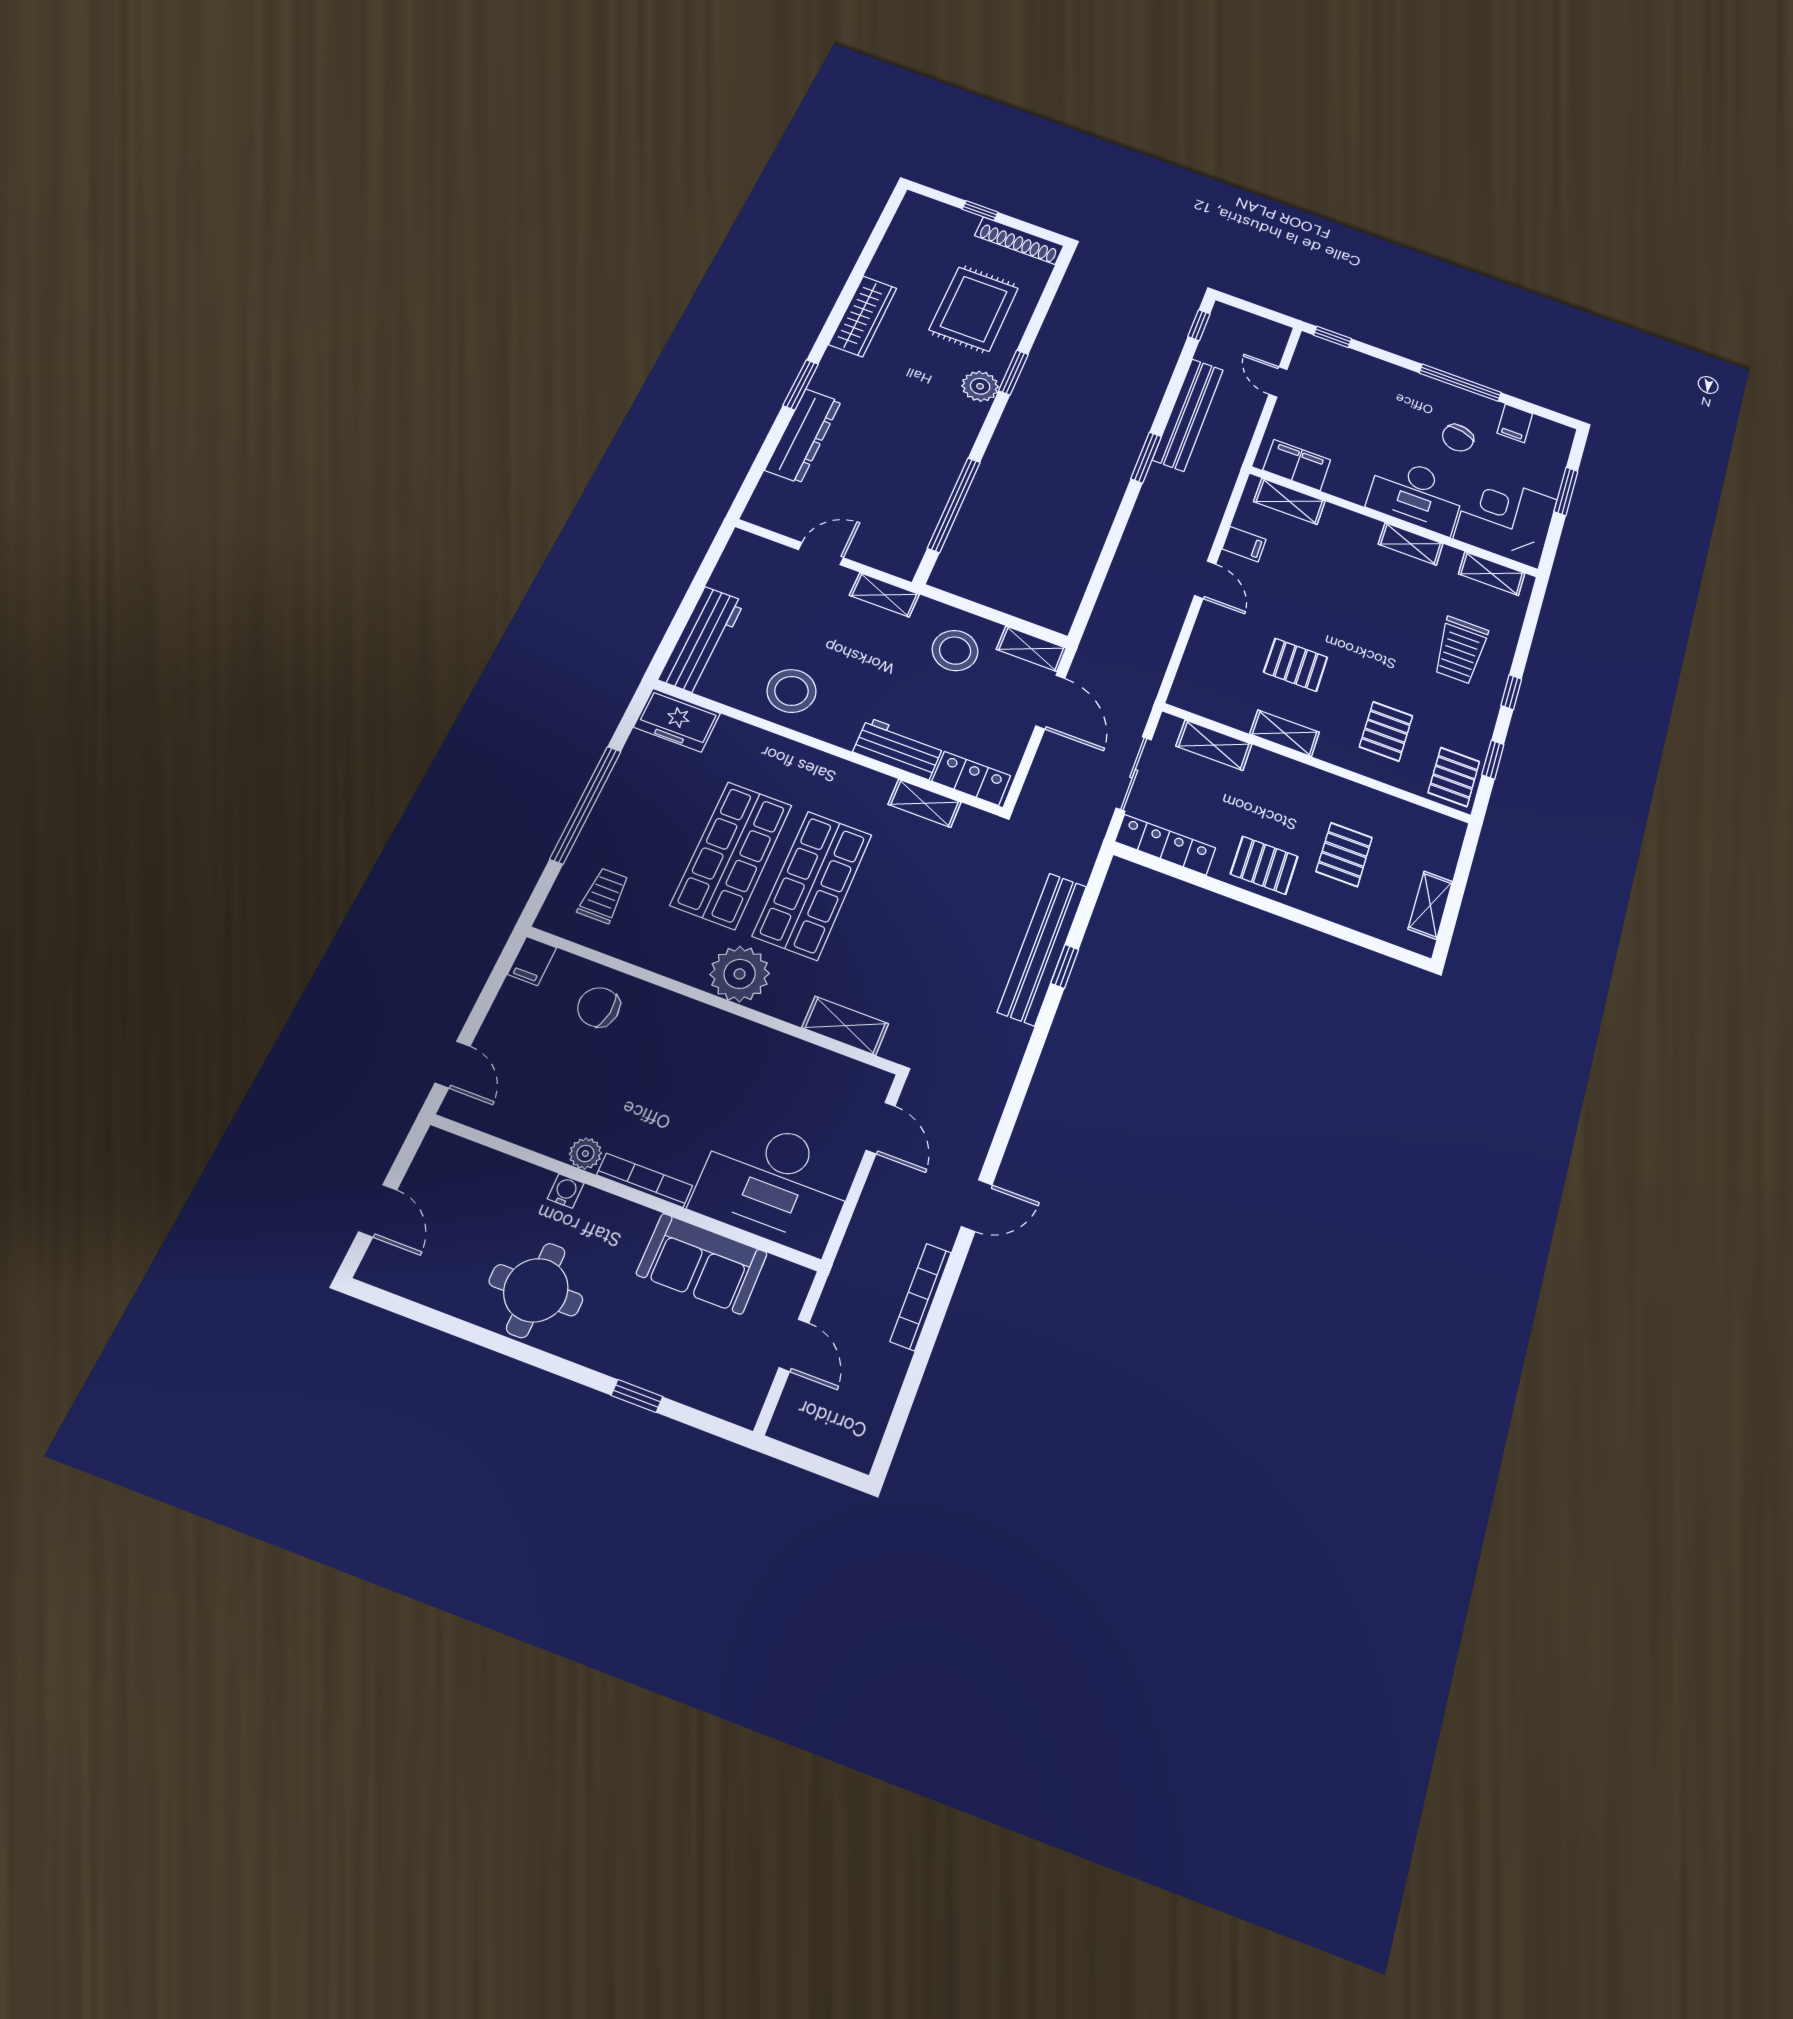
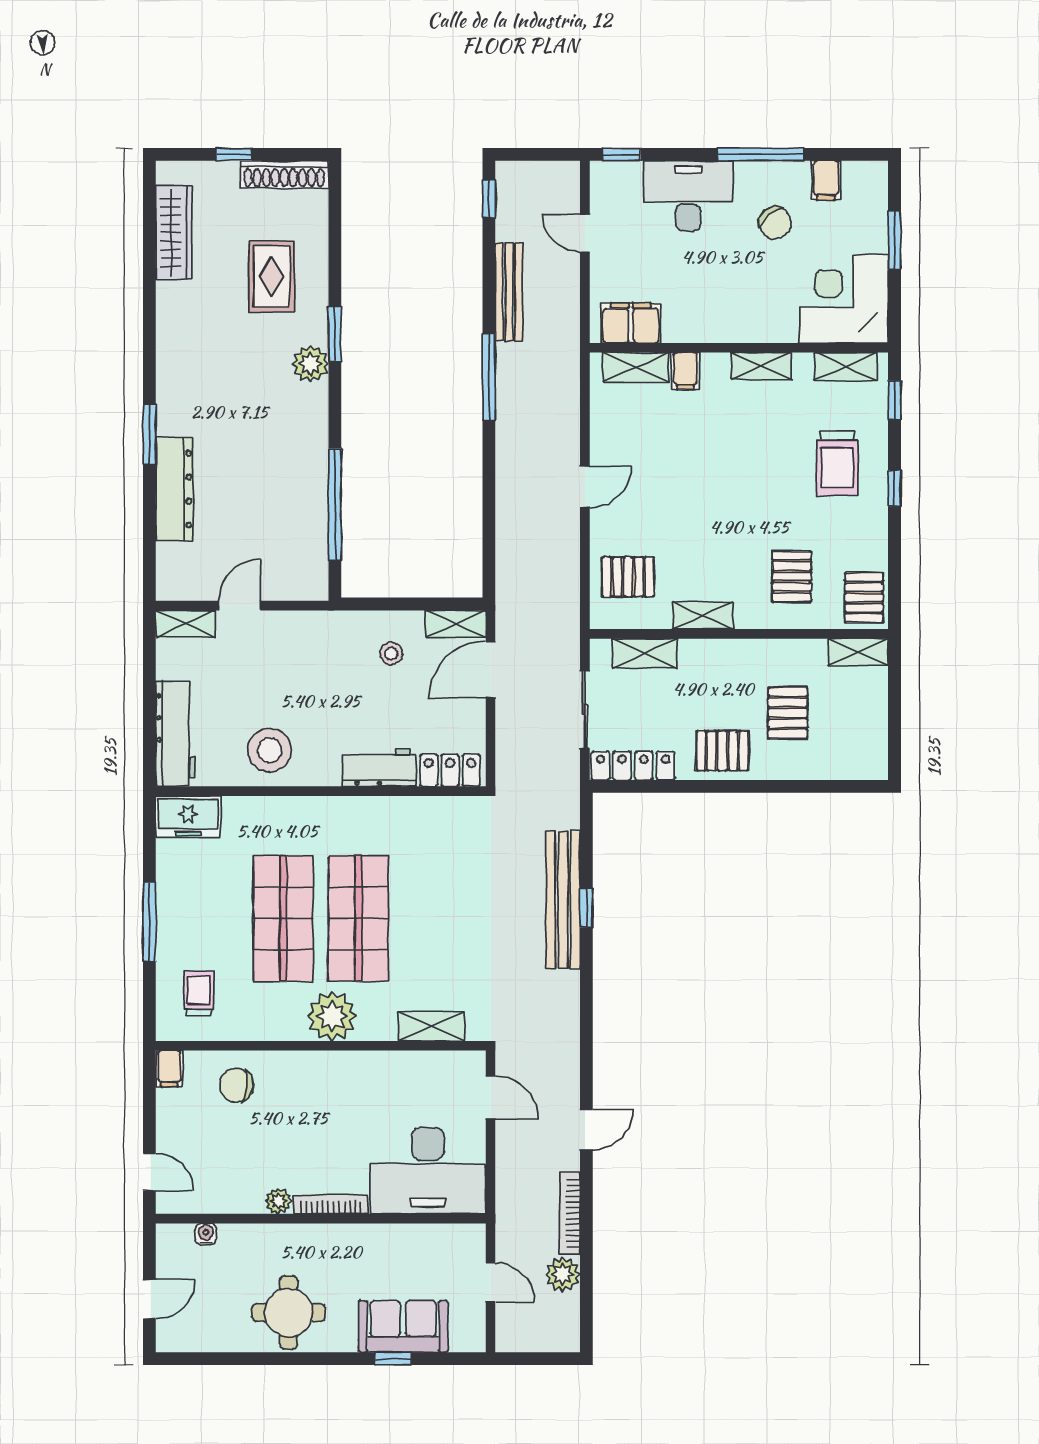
rug: (974, 309) -> (272, 277), width x0.73, depth x0.70
wardrobe: (863, 316) -> (174, 233), moved
bench: (1188, 415) -> (509, 292), width x0.73, depth x0.82
chair: (1458, 438) -> (775, 223), turned -54
window: (1146, 458) -> (489, 377), width x1.44
desk: (1416, 495) -> (688, 196), moved, turned 180
filing cabinet: (1244, 544) -> (685, 371), moved, turned 90
door: (1205, 580) -> (585, 487), hinge flipped
shelving: (884, 595) -> (185, 624), moved
stool: (955, 651) -> (391, 653), width x0.53, depth x0.53
pallet: (1296, 665) -> (628, 577), moved
door: (1050, 702) -> (491, 670), swing flipped
window: (1493, 760) -> (895, 400), moved
shelving: (925, 803) -> (420, 809), removed
window: (586, 805) -> (149, 922), width x0.68
shelving: (1430, 905) -> (858, 652), moved, turned 90
water cooler: (566, 1191) -> (206, 1234), moved
door: (378, 1211) -> (149, 1299), hinge flipped
sofa: (702, 1264) -> (403, 1326), moved, turned 180
plant: (884, 1368) -> (563, 1274), added

